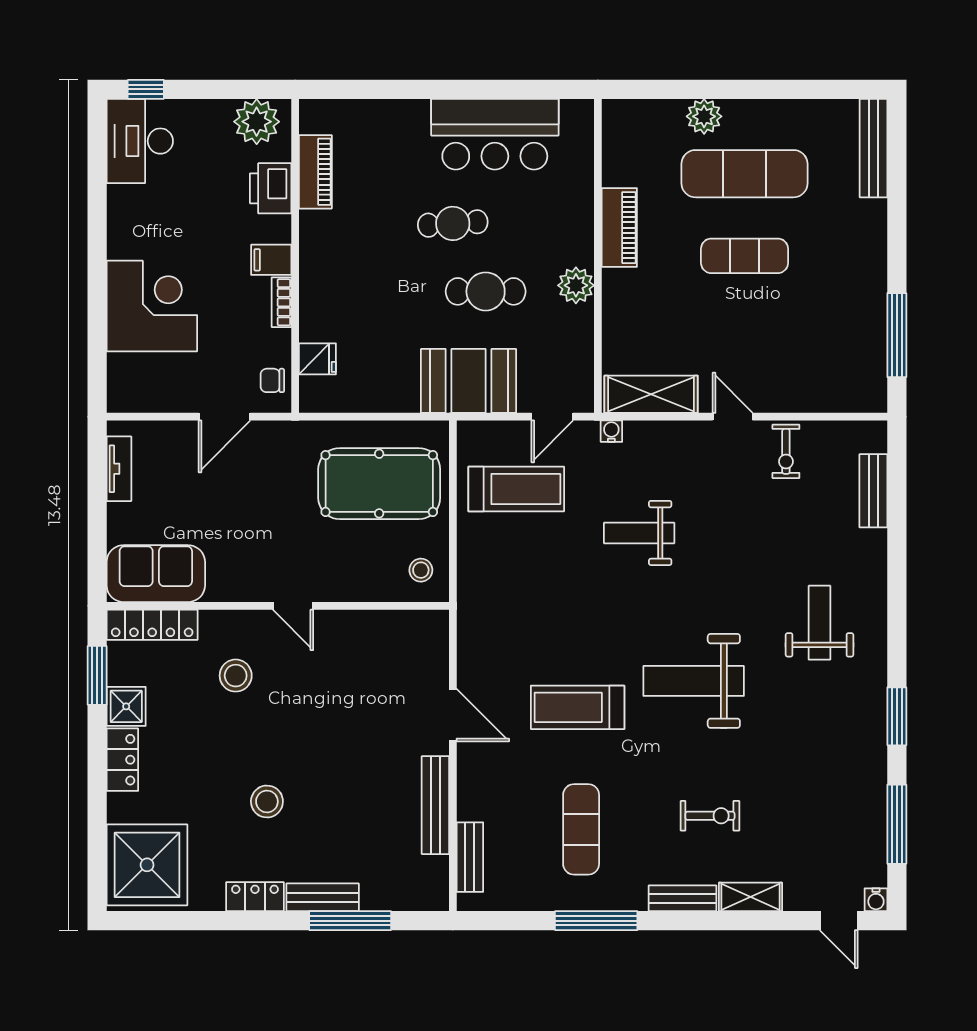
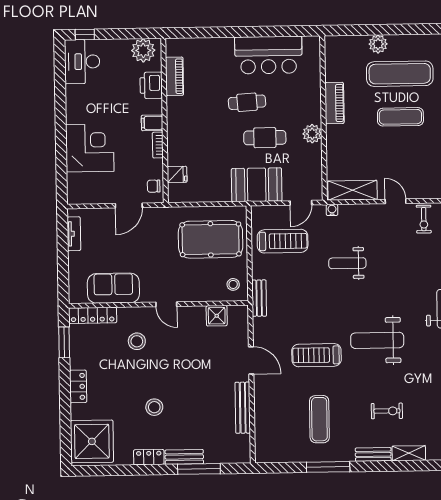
sofa: (156, 574) -> (113, 288), moved
shower: (126, 706) -> (217, 316), moved
bench: (470, 857) -> (259, 298), moved

